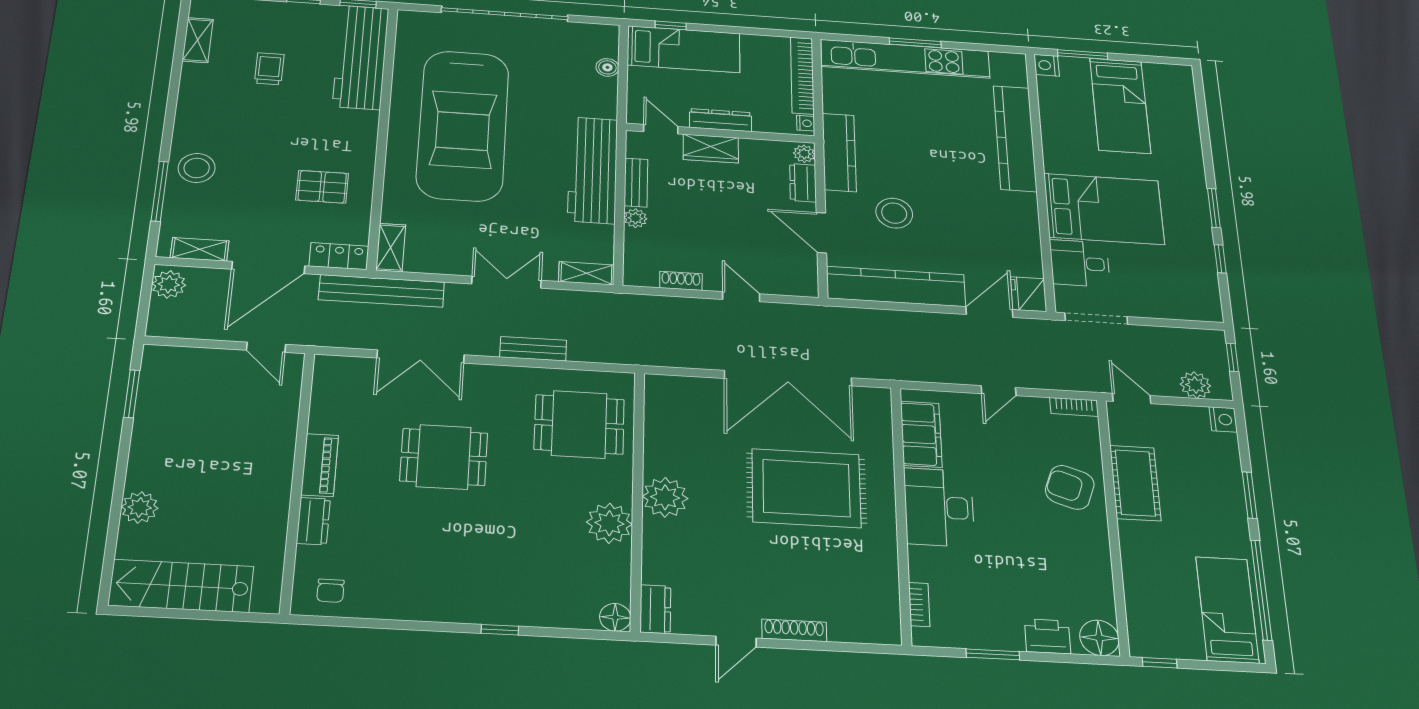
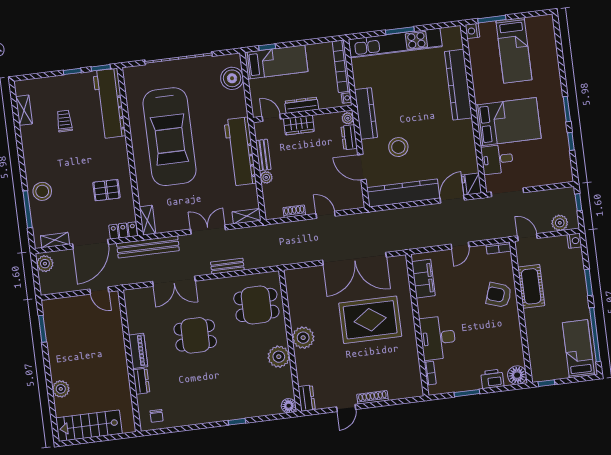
boiler: (607, 67) -> (232, 78), width x1.86, depth x1.86
desk: (939, 507) -> (438, 338), moved

